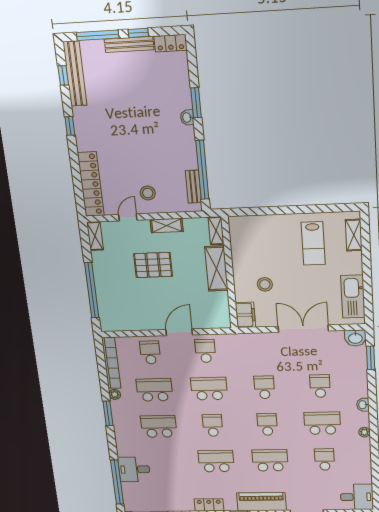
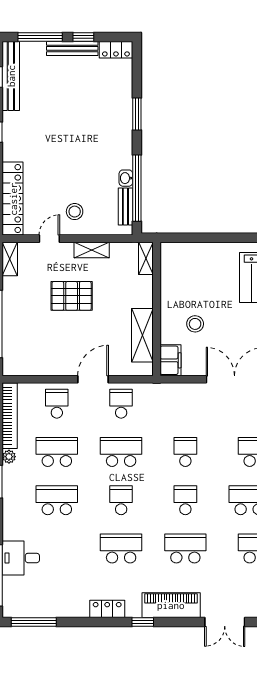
washbasin: (187, 117) -> (126, 178), moved
shelving: (216, 269) -> (142, 335), moved

